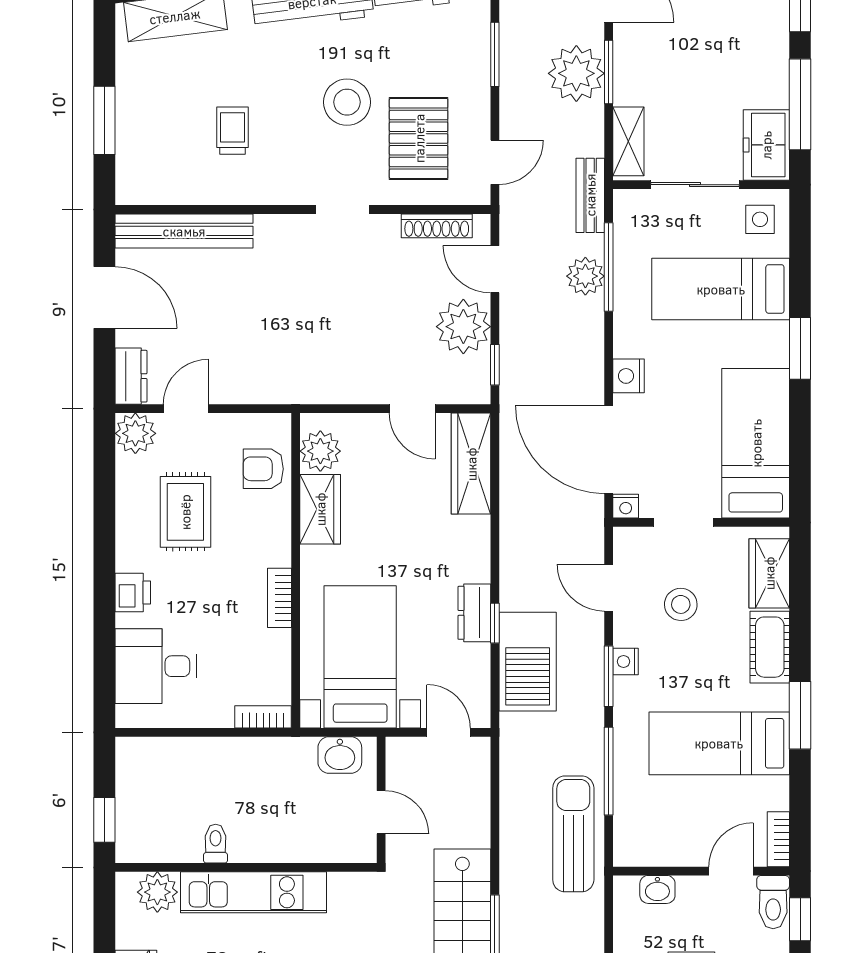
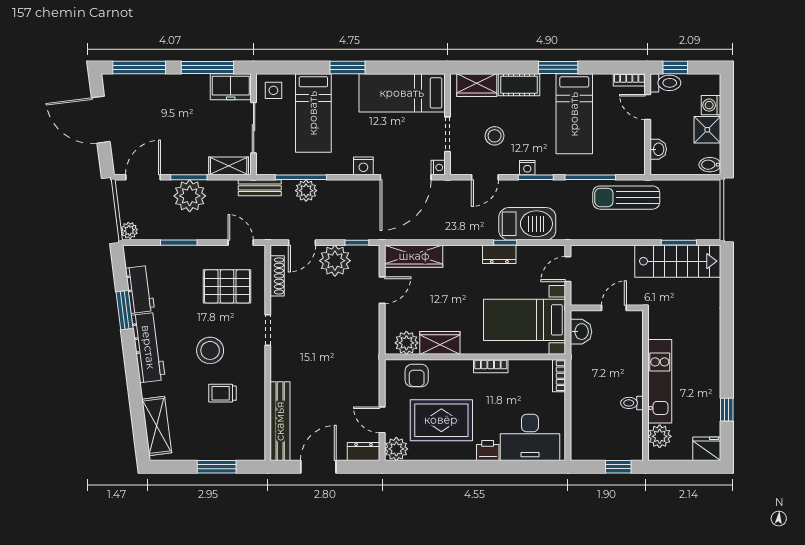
stool: (347, 102) -> (210, 350), moved
rug: (185, 512) -> (441, 420), width x1.36, depth x1.43
desk: (156, 666) -> (530, 437), width x1.37

